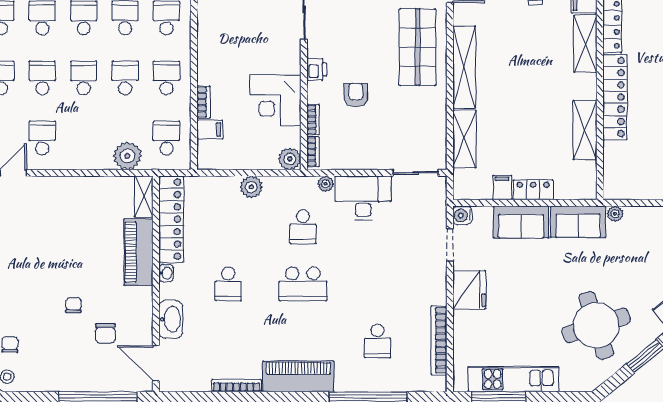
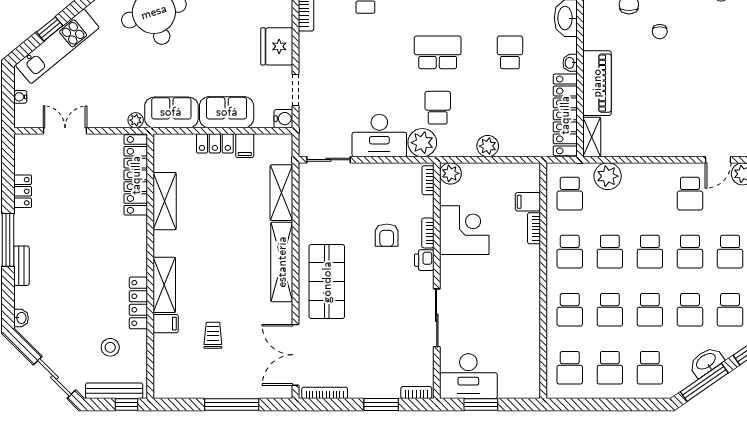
locker: (615, 97) -> (136, 175), moved
bookcase: (313, 120) -> (428, 233), moved
plant: (326, 184) -> (422, 143), width x1.88, depth x1.88

